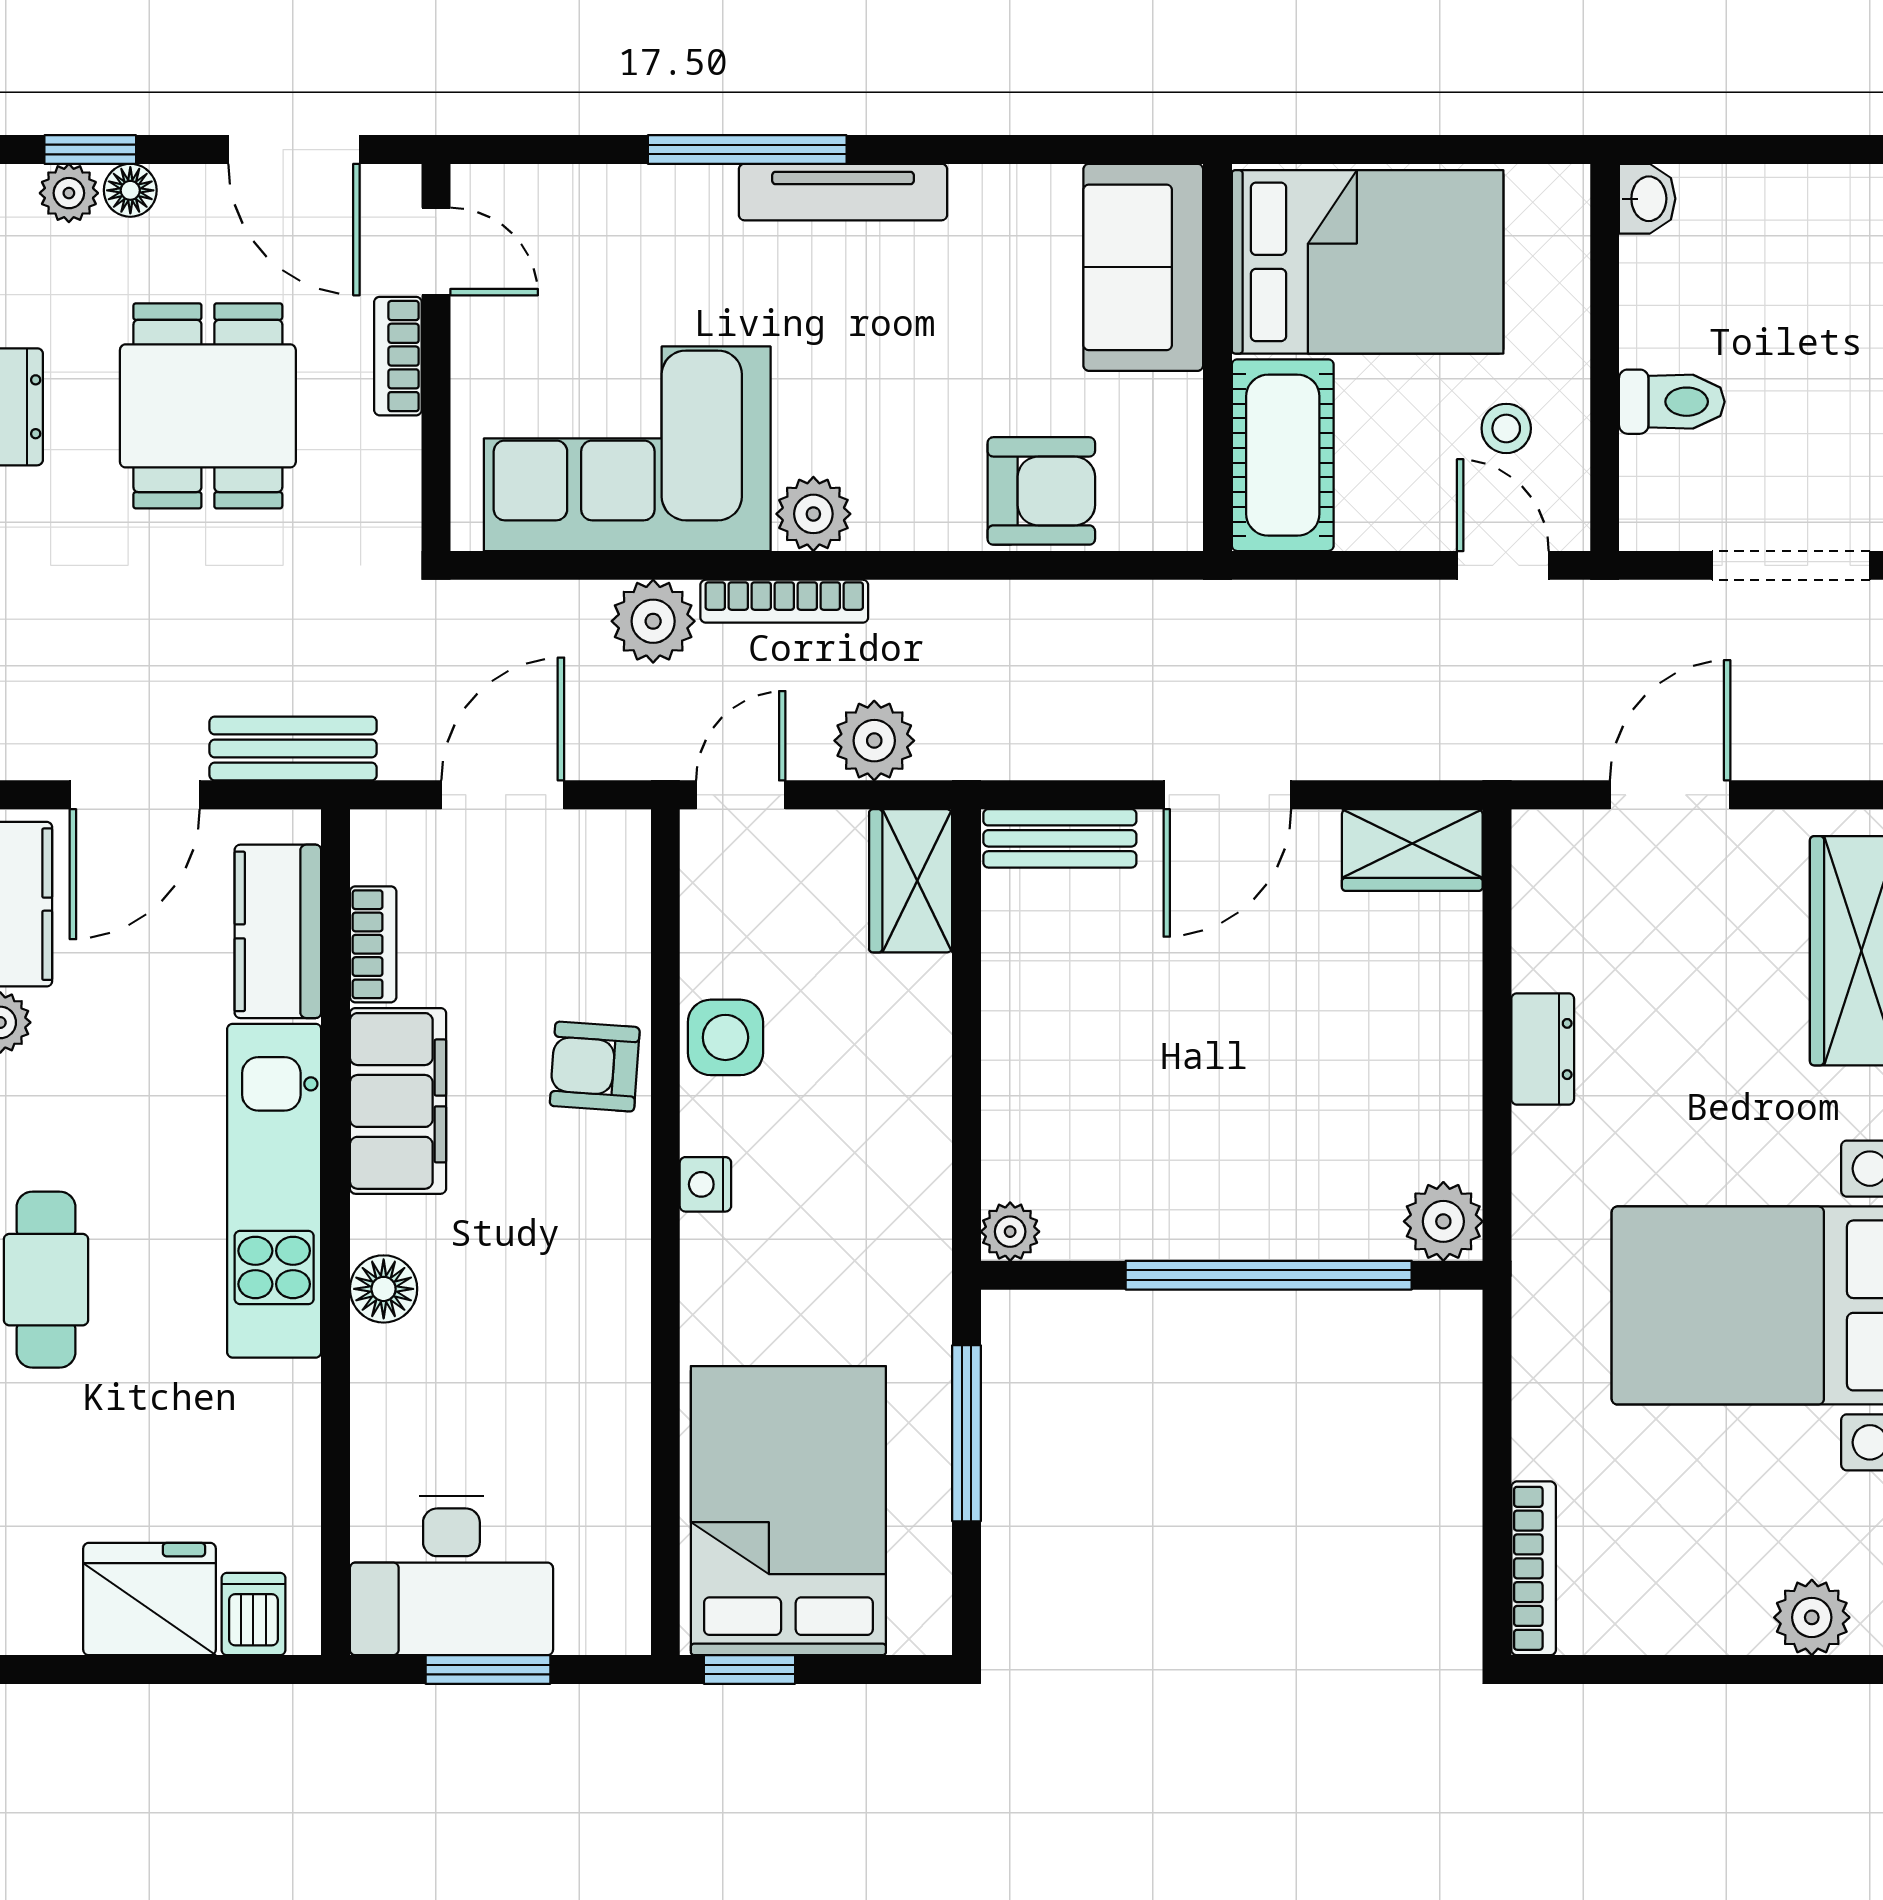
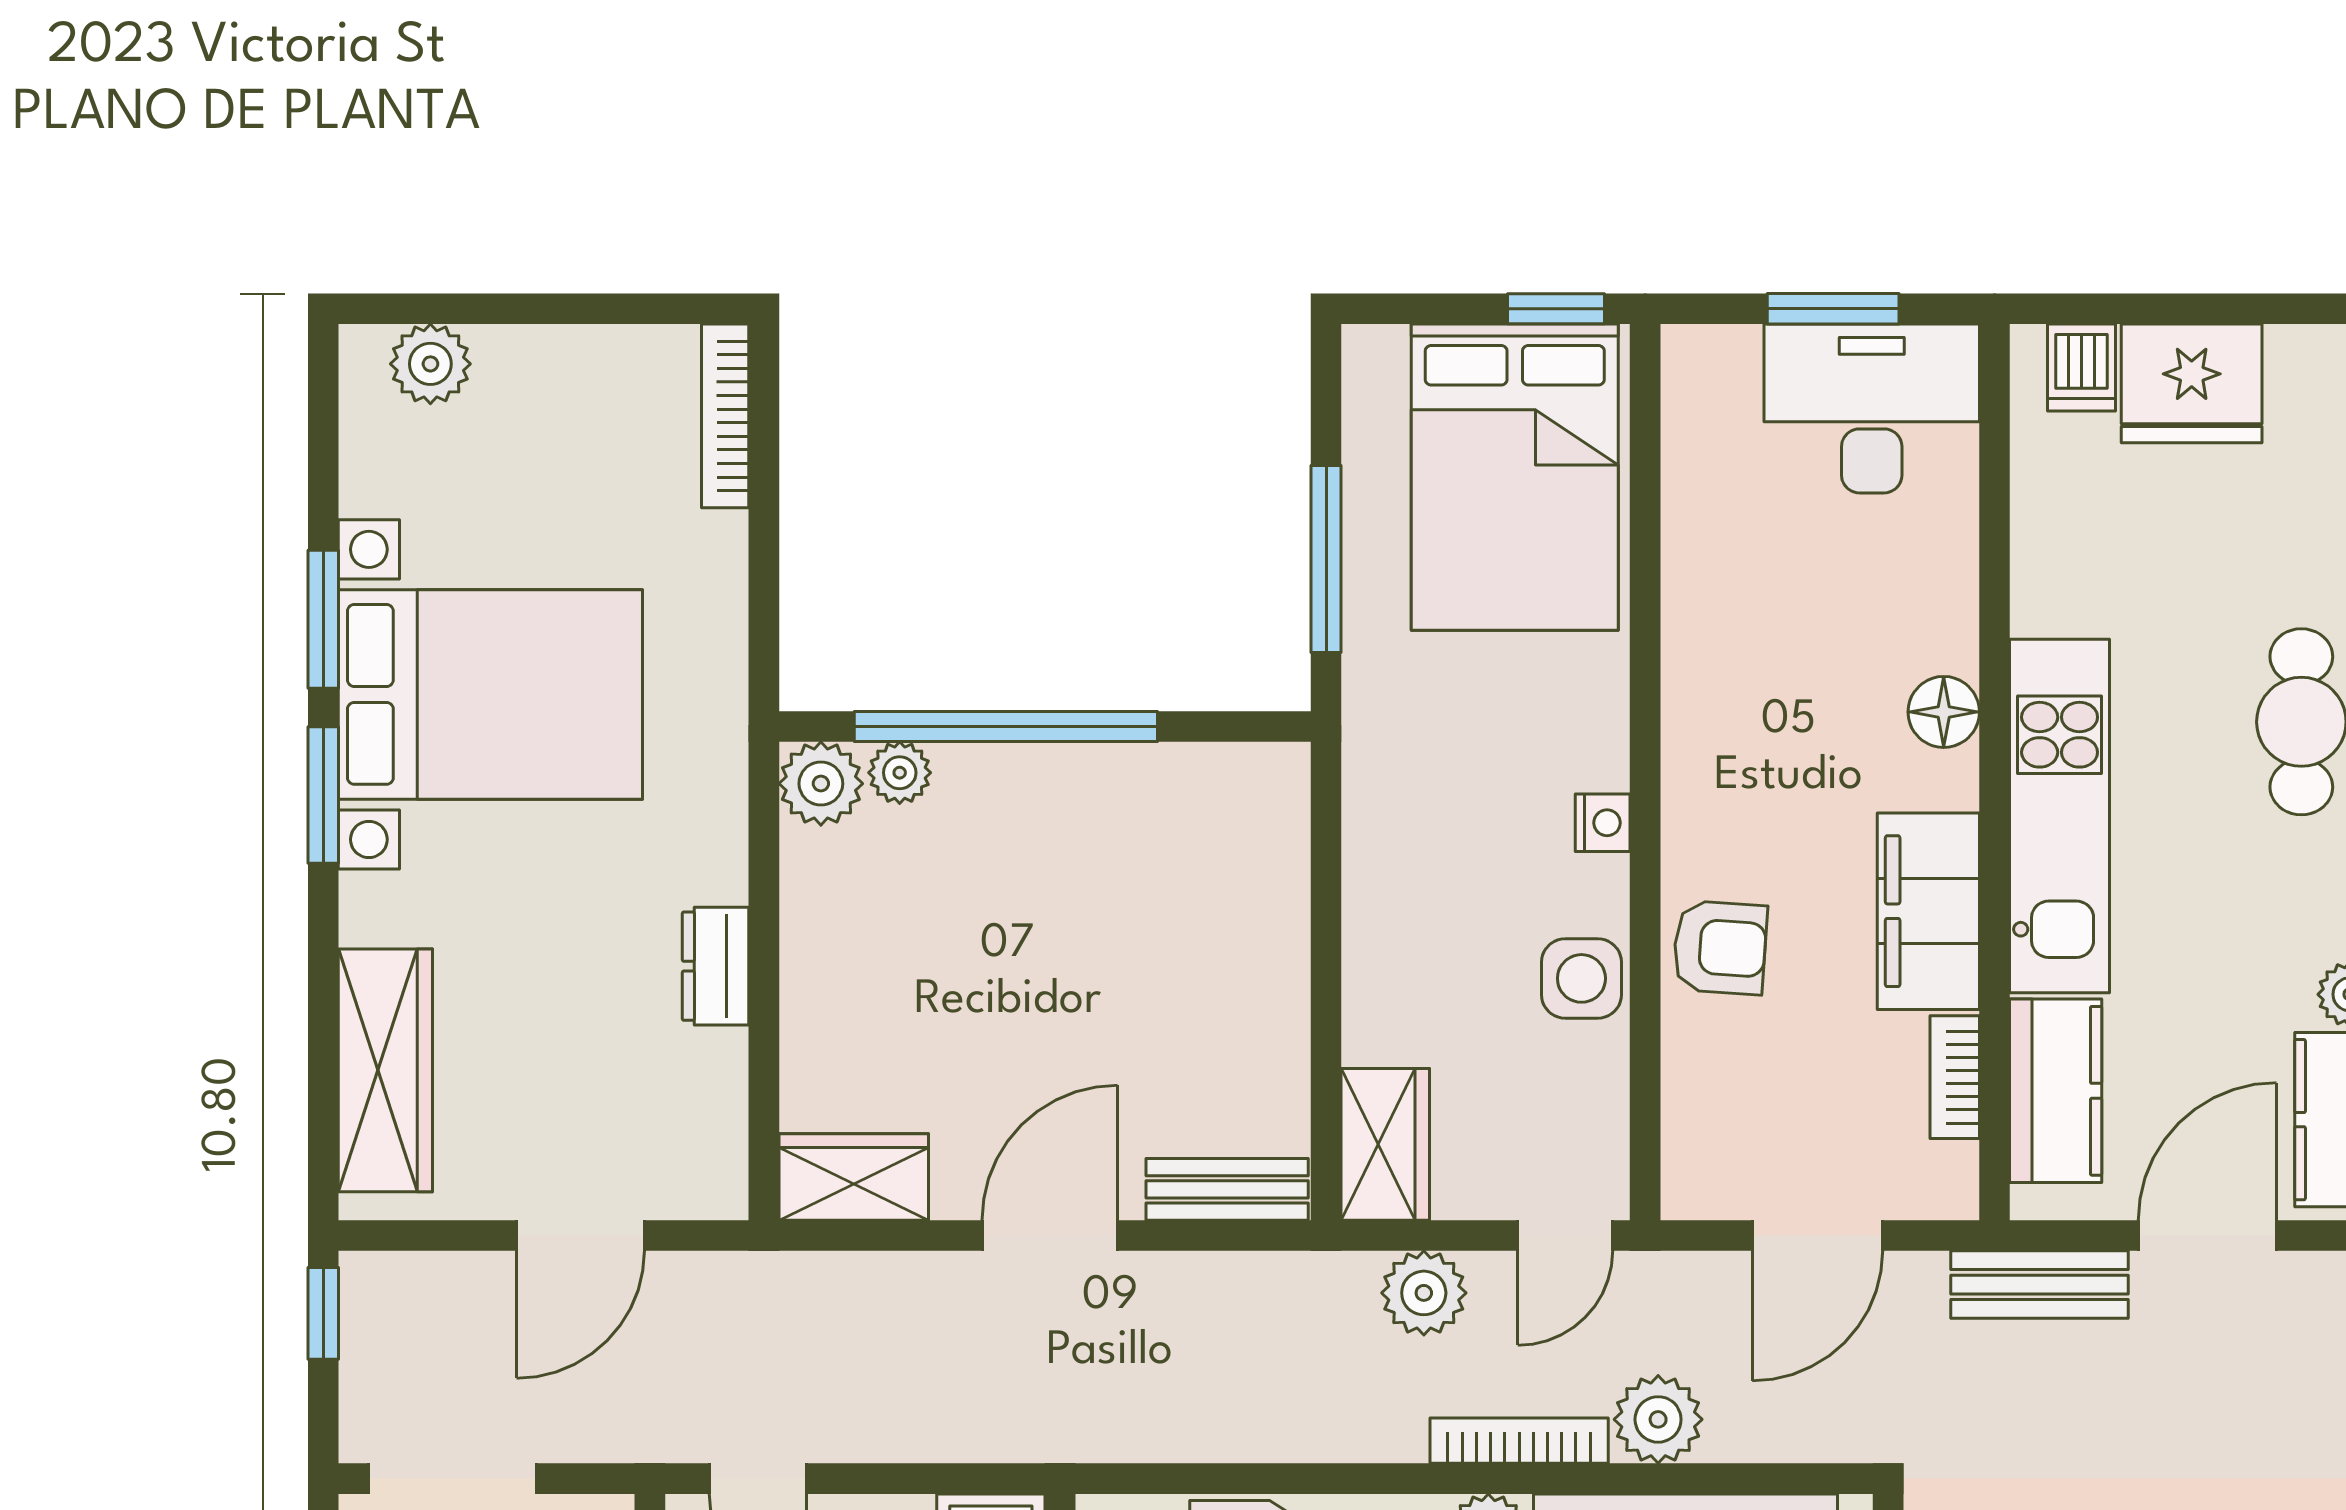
plant: (1010, 1232) -> (900, 773), moved

